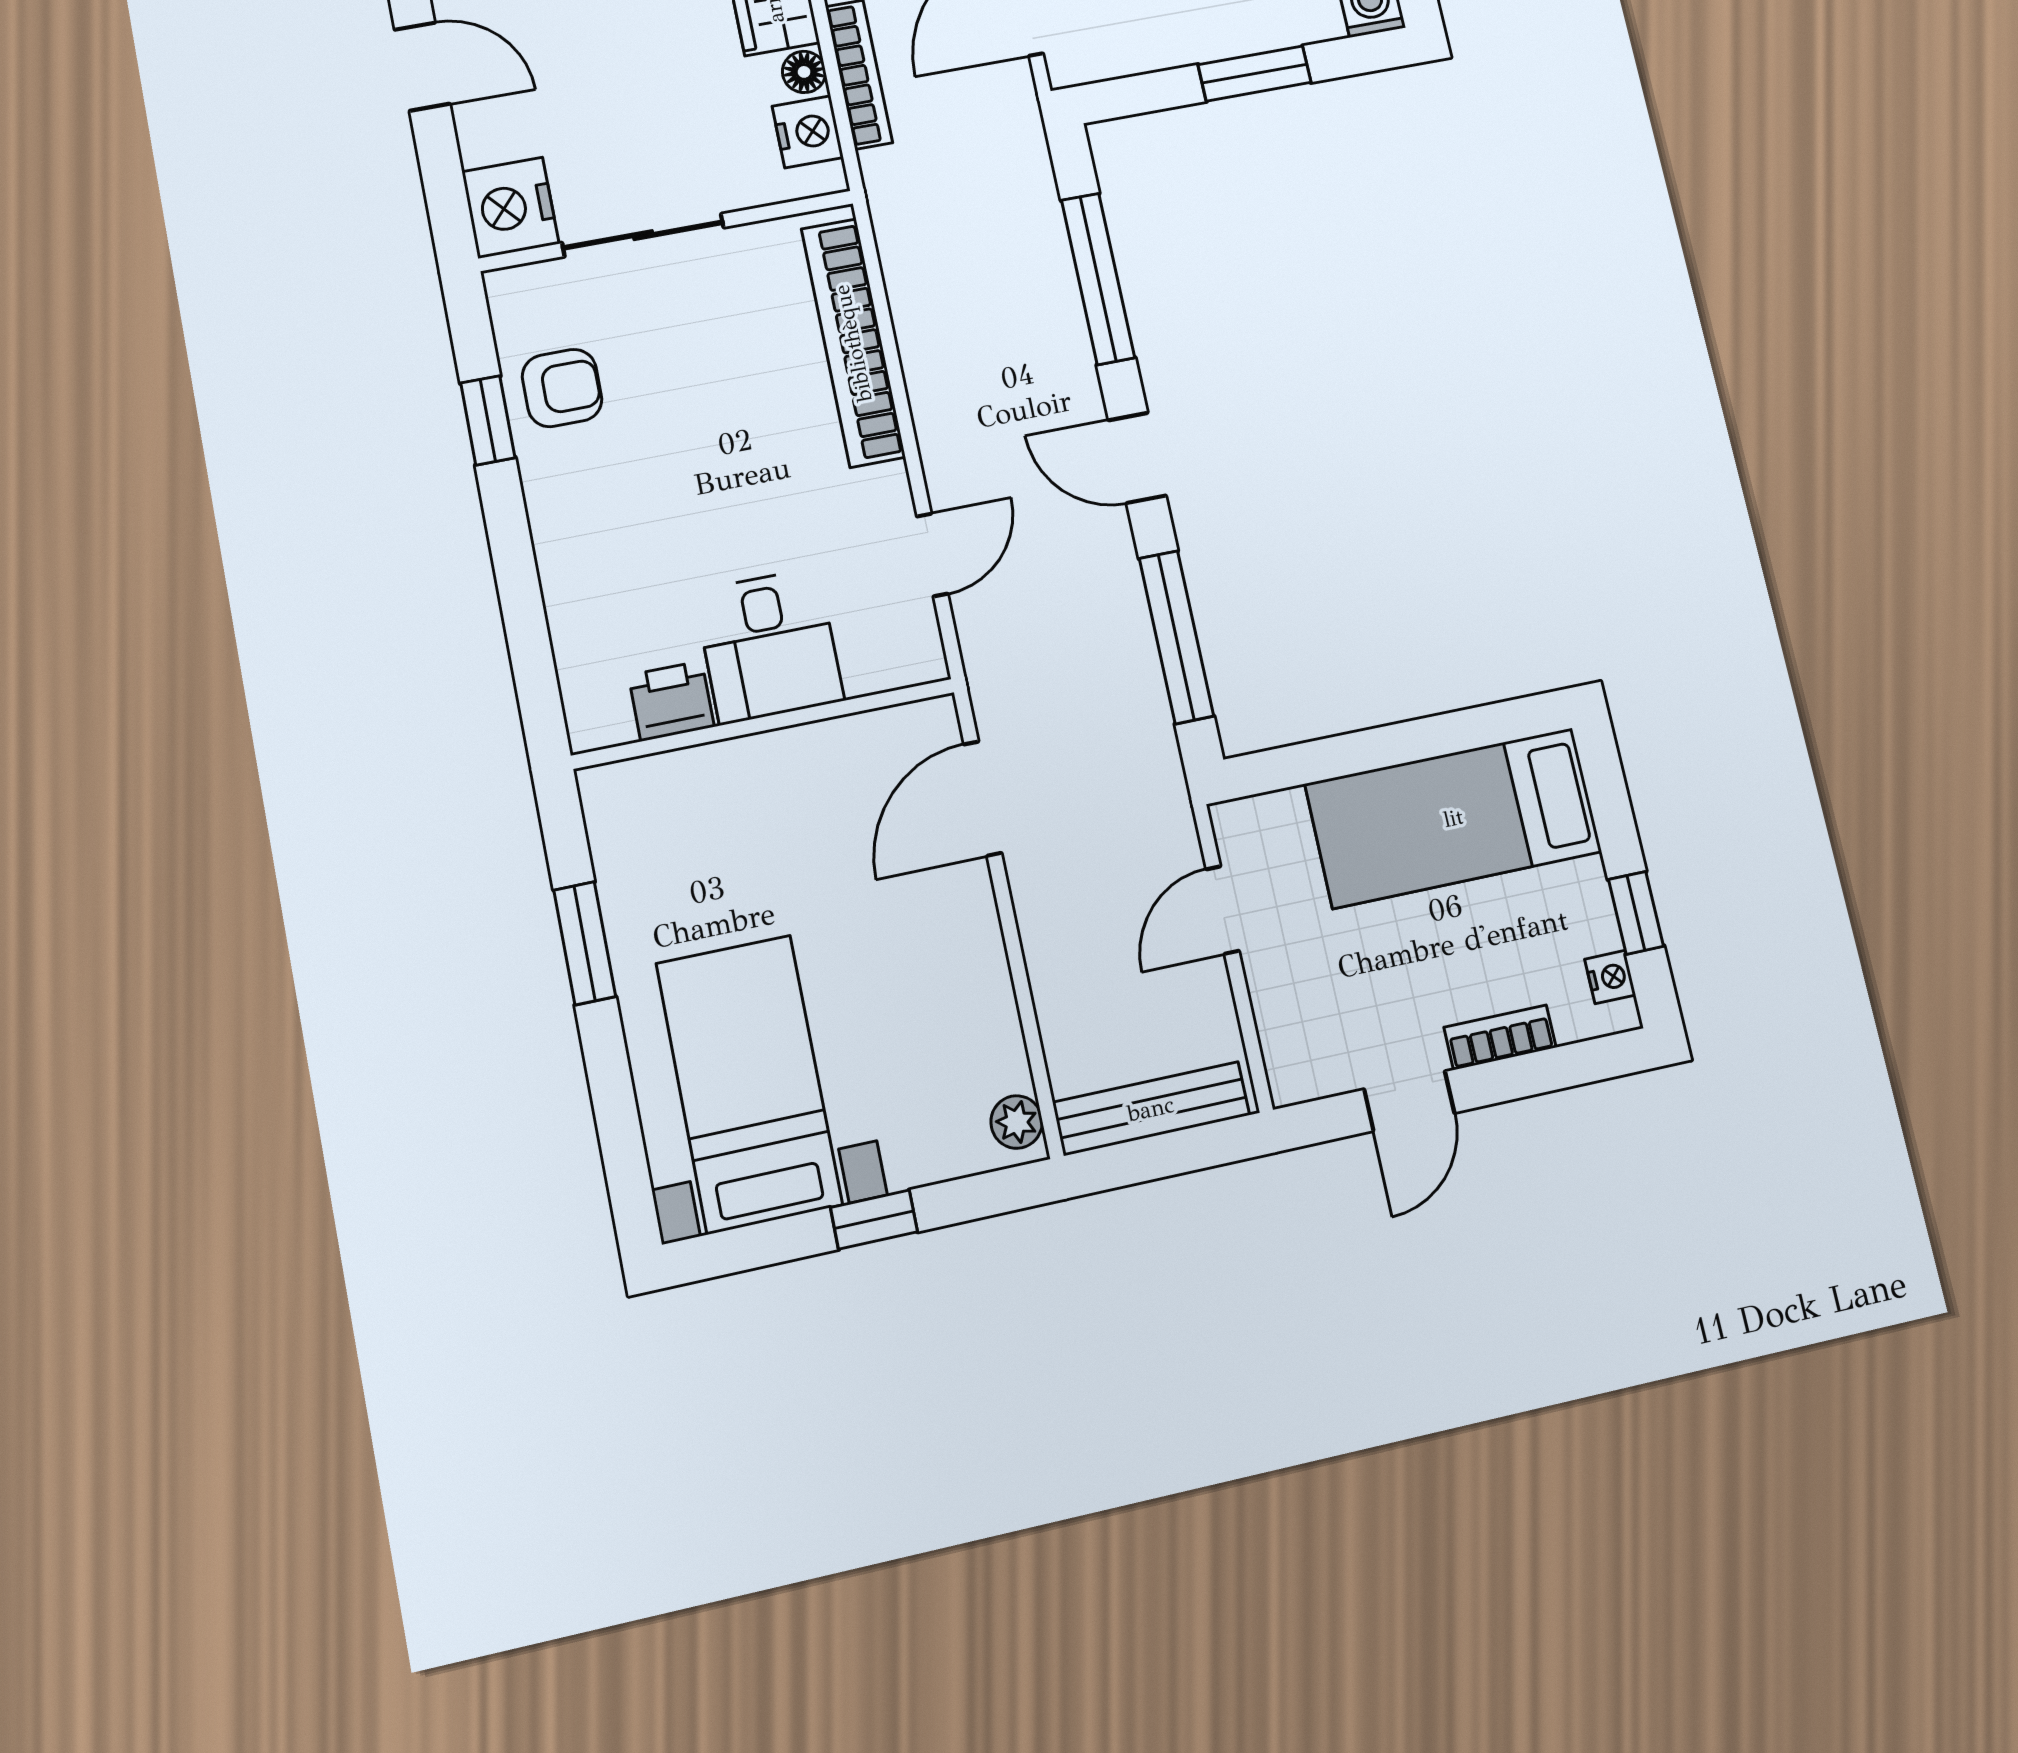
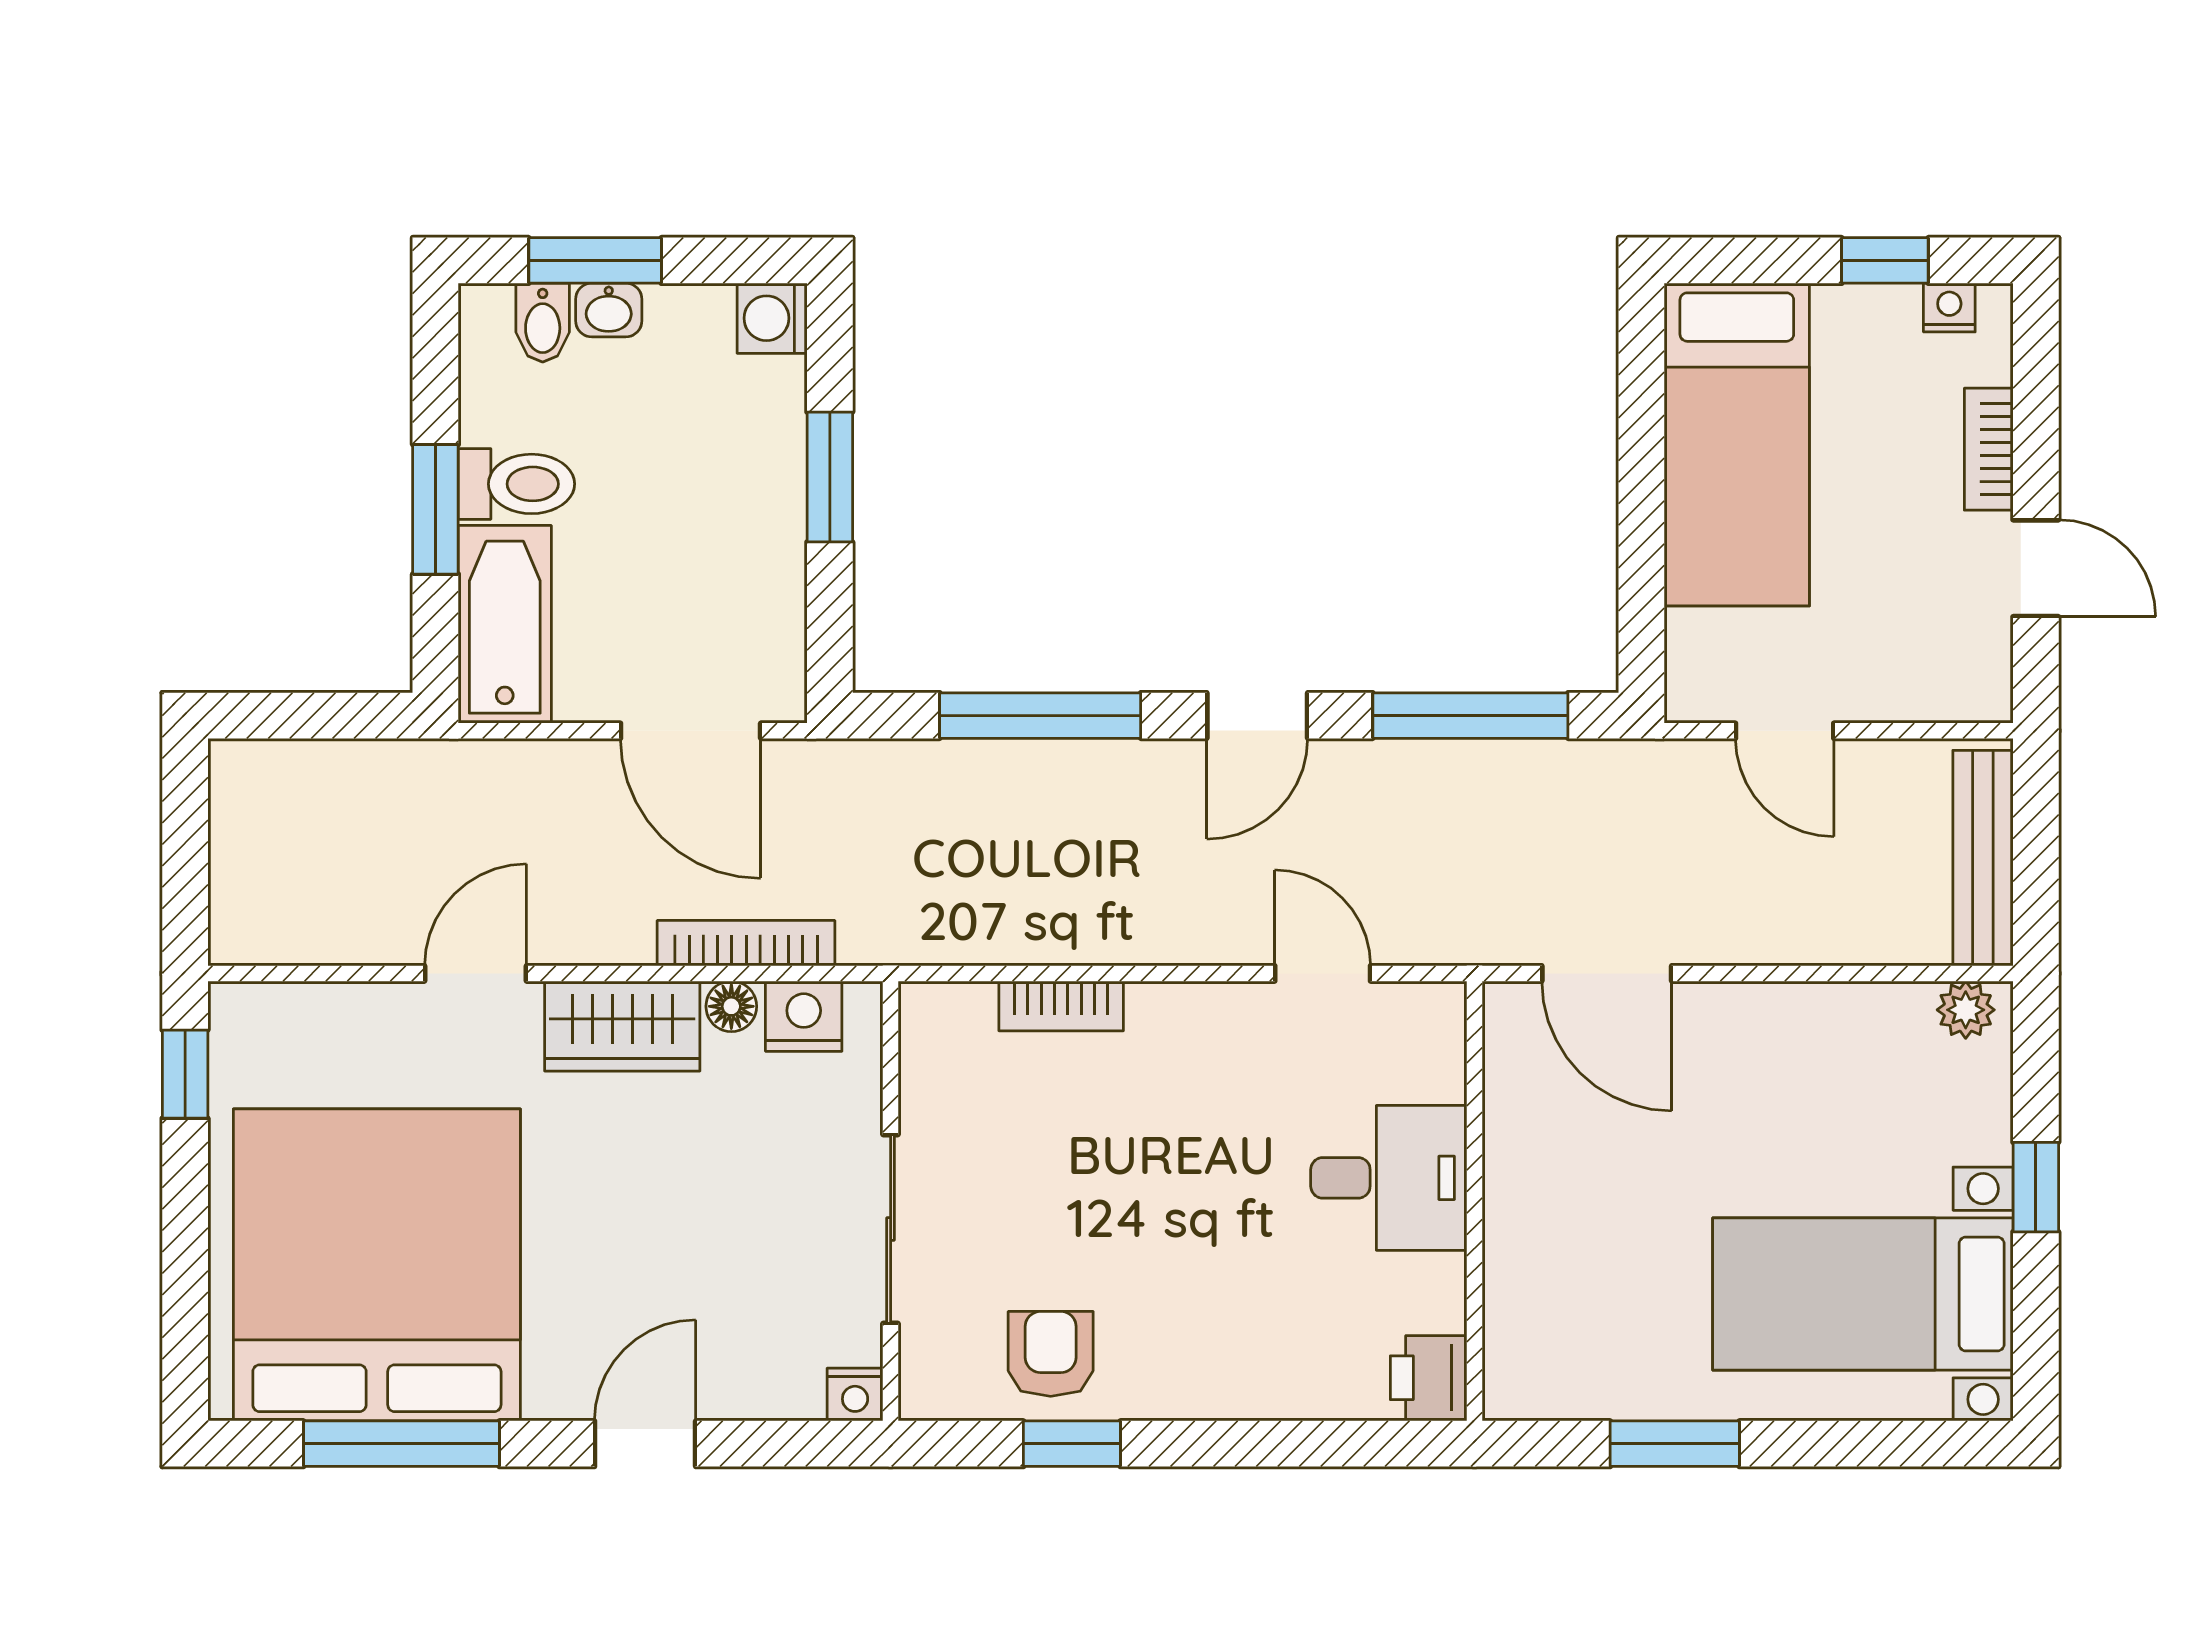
nightstand: (510, 208) -> (855, 1395), width x0.53, depth x0.56
bookcase: (853, 343) -> (1061, 1006), width x0.43, depth x0.76
printer: (671, 701) -> (1429, 1378), moved

